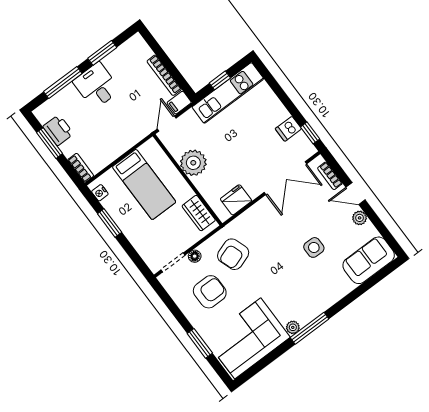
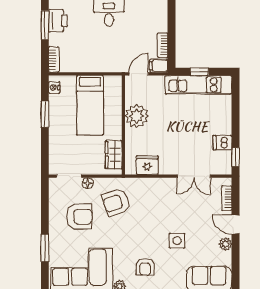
bookcase: (164, 75) -> (163, 45), width x0.64
double door: (285, 178) -> (194, 176), width x0.73
armchair: (303, 293) -> (145, 267), added

